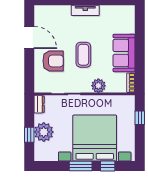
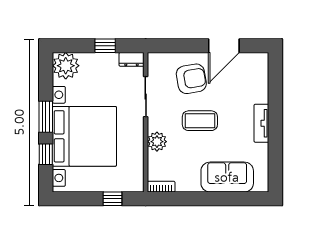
sofa: (124, 53) -> (227, 177), moved
armchair: (53, 61) -> (191, 79), turned -100
plant: (44, 132) -> (66, 66), moved
window: (29, 135) -> (105, 46), moved

